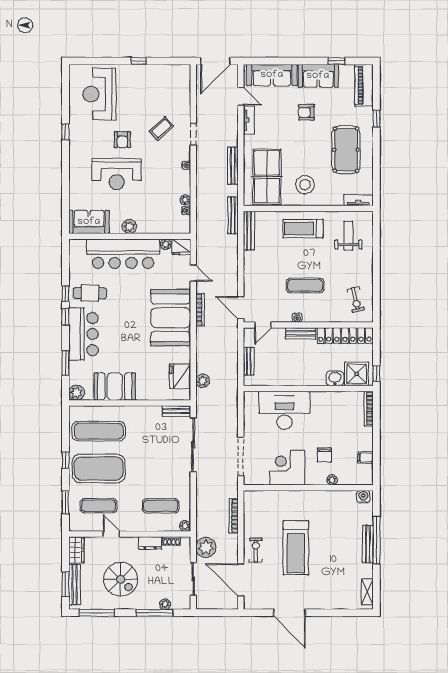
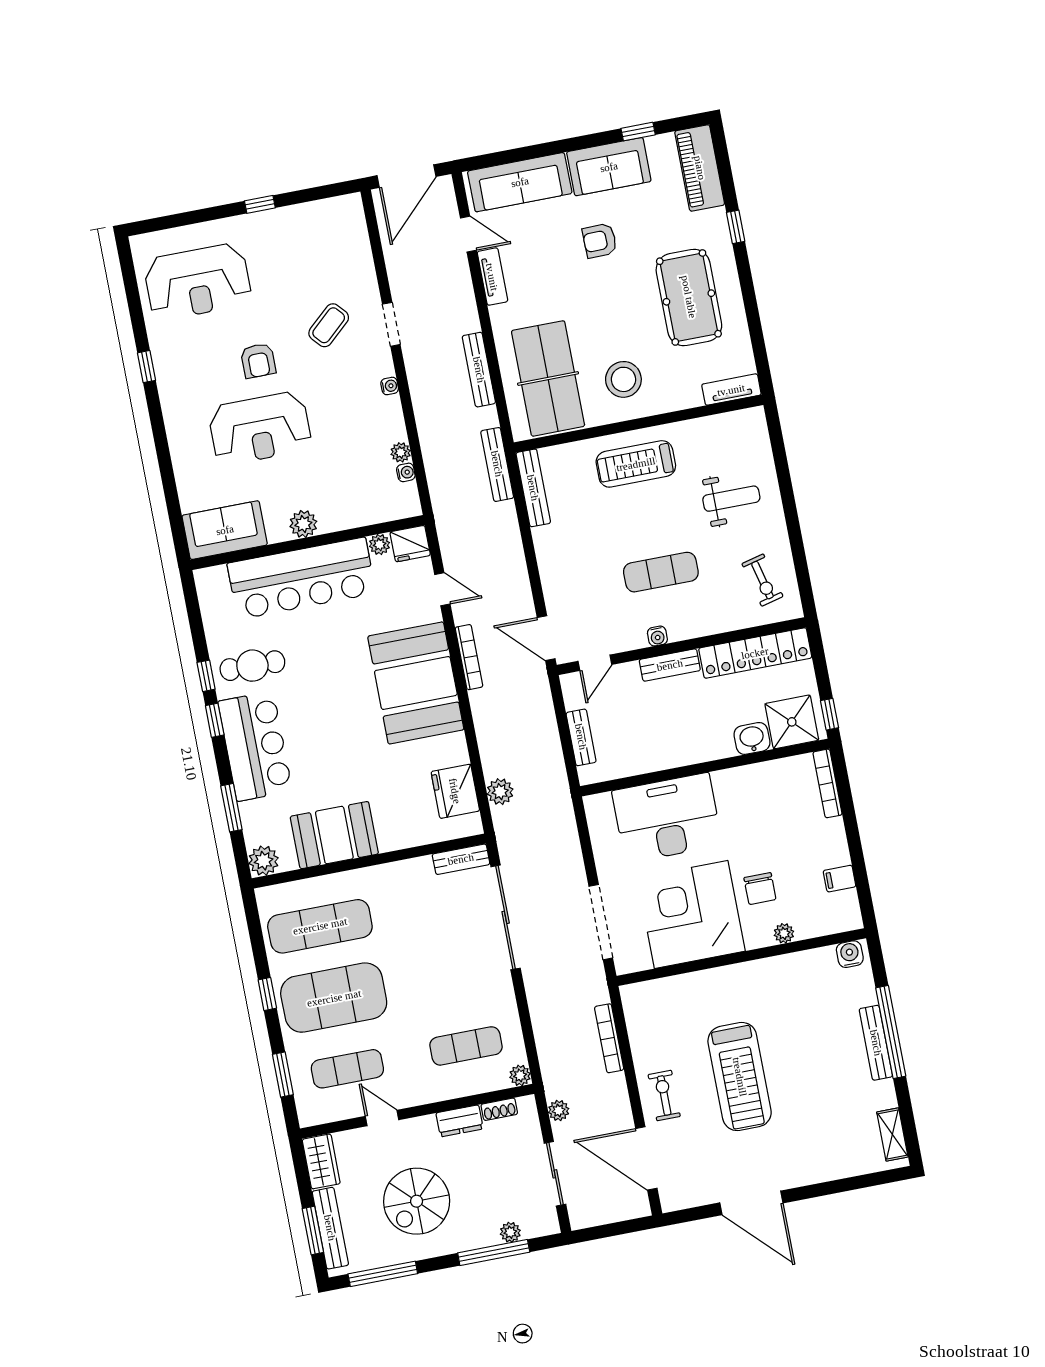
reception desk: (99, 94) -> (198, 282), turned -90
weight bench: (348, 236) -> (731, 499), moved, turned 90
corner desk: (287, 468) -> (691, 914), width x1.36, depth x1.36
plant: (206, 547) -> (559, 1110), width x0.53, depth x0.53
spiral stairs: (121, 579) -> (417, 1201), turned 90

